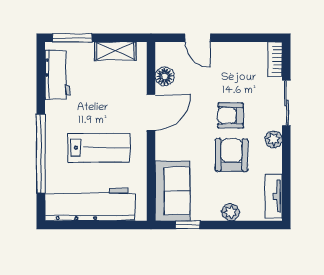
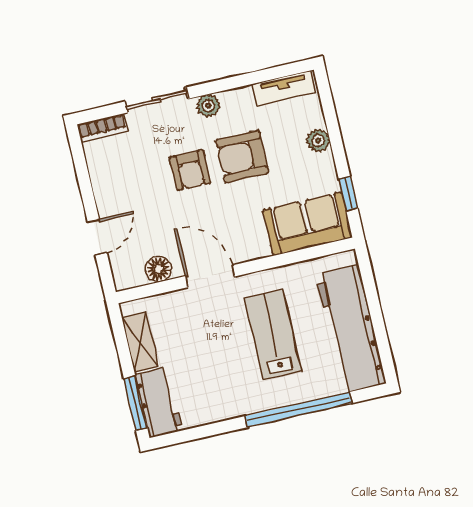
workbench: (57, 75) -> (159, 402), moved, turned 90

